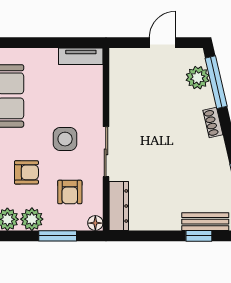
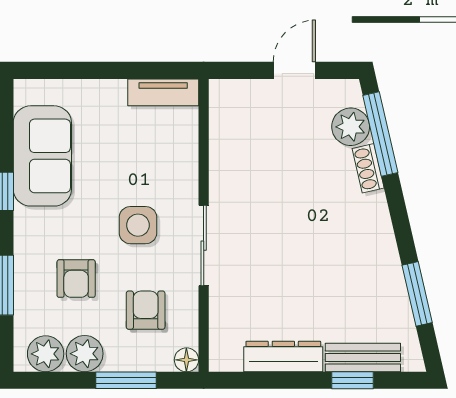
shoe rack: (213, 123) -> (368, 168), moved
armchair: (26, 172) -> (76, 279), turned 90
armchair: (70, 192) -> (146, 310), turned 180
dresser: (119, 206) -> (283, 356), moved, turned -90

